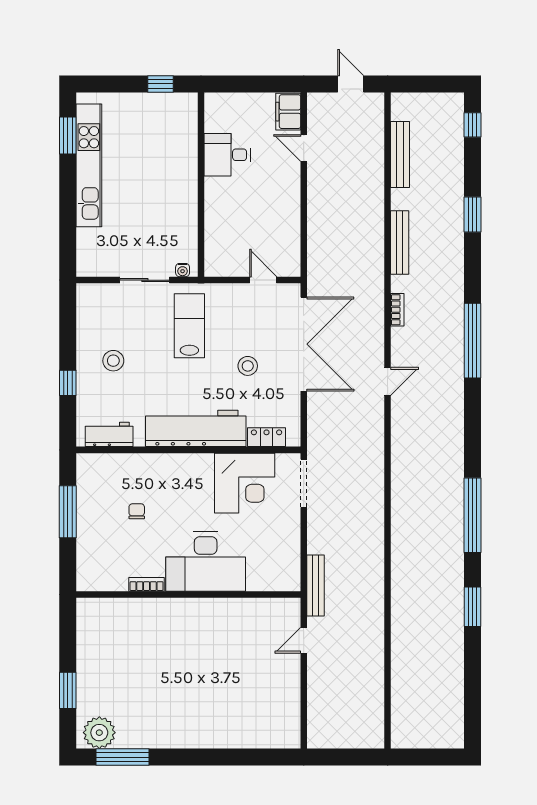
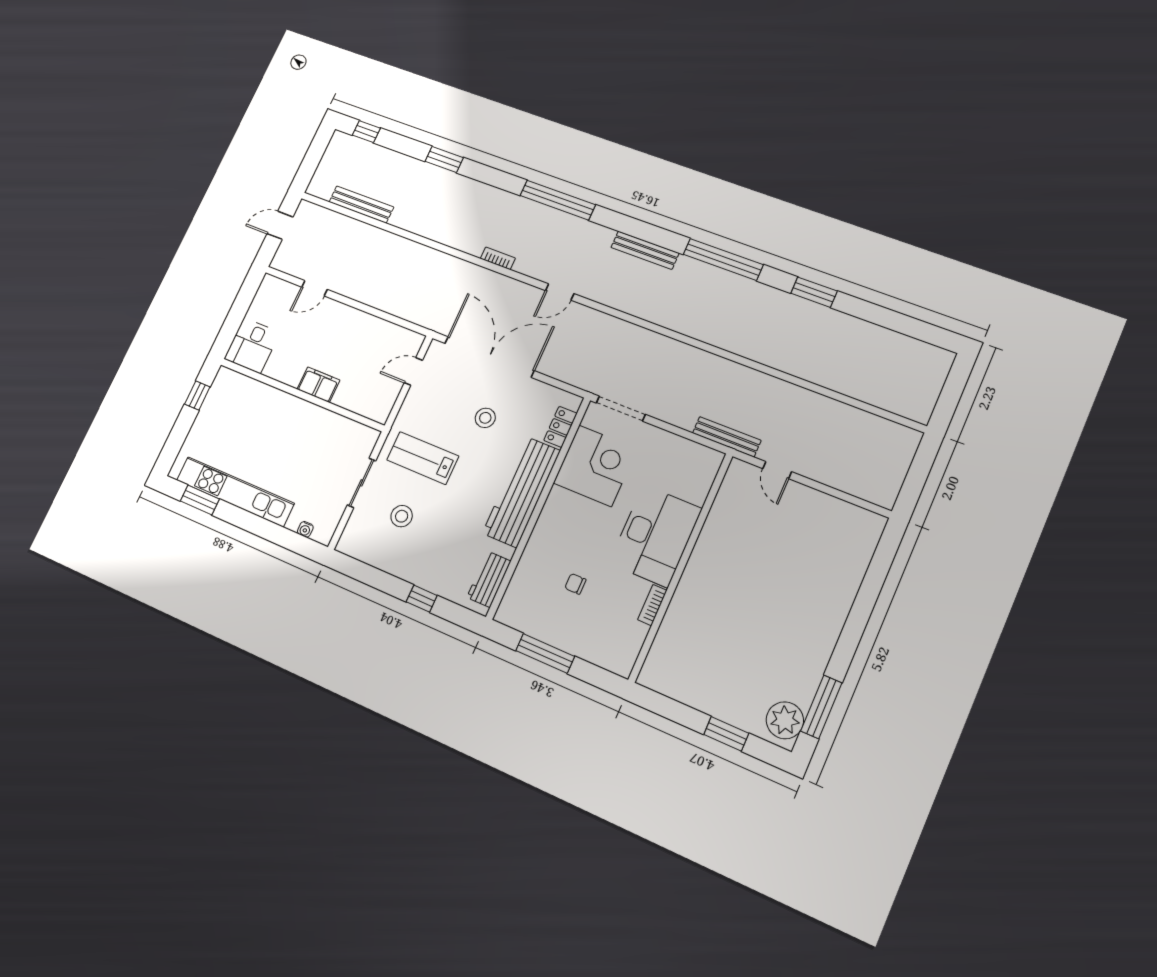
filing cabinet: (288, 112) -> (318, 385), moved, turned 180
desk: (227, 155) -> (252, 346), moved
bench: (400, 242) -> (645, 250), moved
water cooler: (183, 270) -> (305, 529), moved, turned 90
stool: (113, 361) -> (402, 516), moved
door: (388, 381) -> (560, 292), swing flipped

